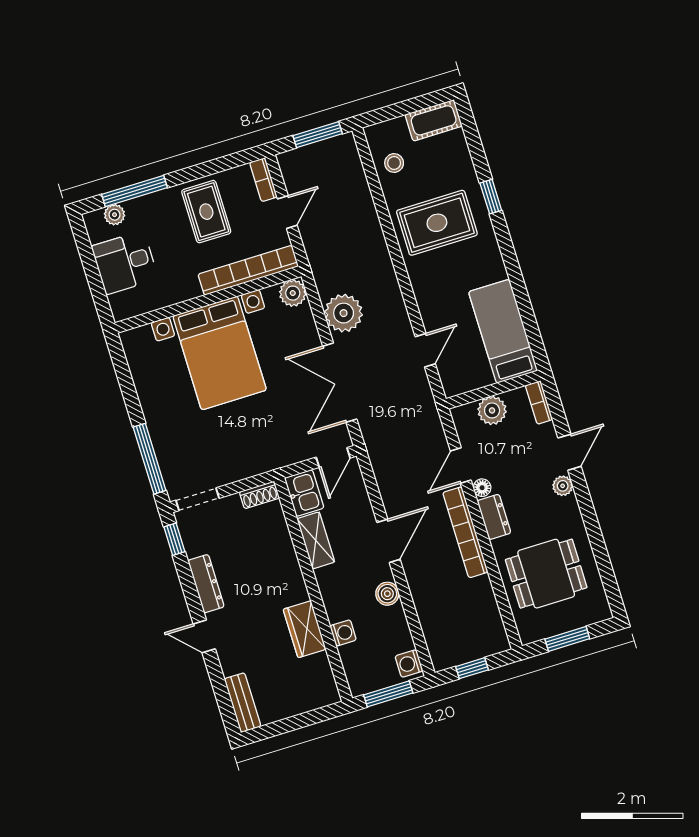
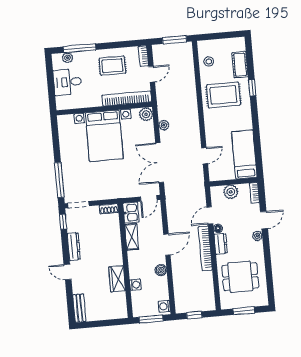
cot: (434, 120) -> (240, 65), moved, turned 90
rug: (206, 212) -> (112, 66), turned 90
plant: (344, 313) -> (164, 125), width x0.53, depth x0.53

